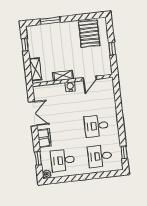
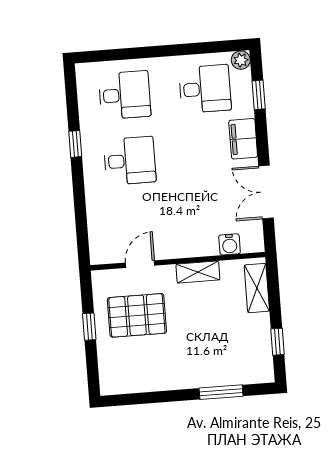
pallet: (89, 34) -> (137, 315), moved, turned 90
water cooler: (70, 87) -> (230, 244), moved
window: (124, 152) -> (75, 144), moved

